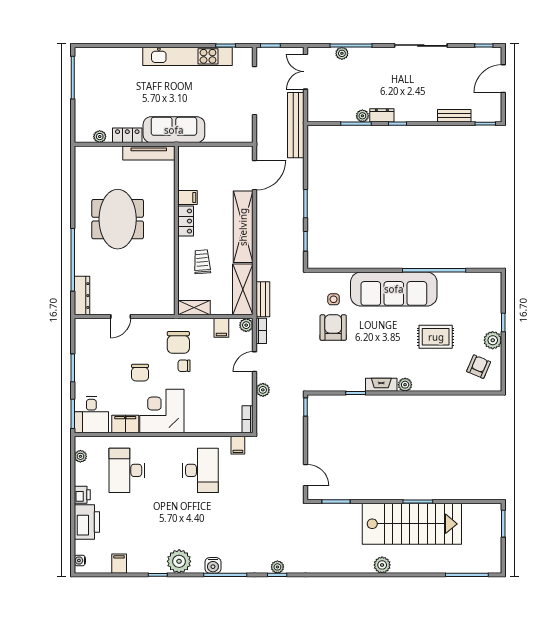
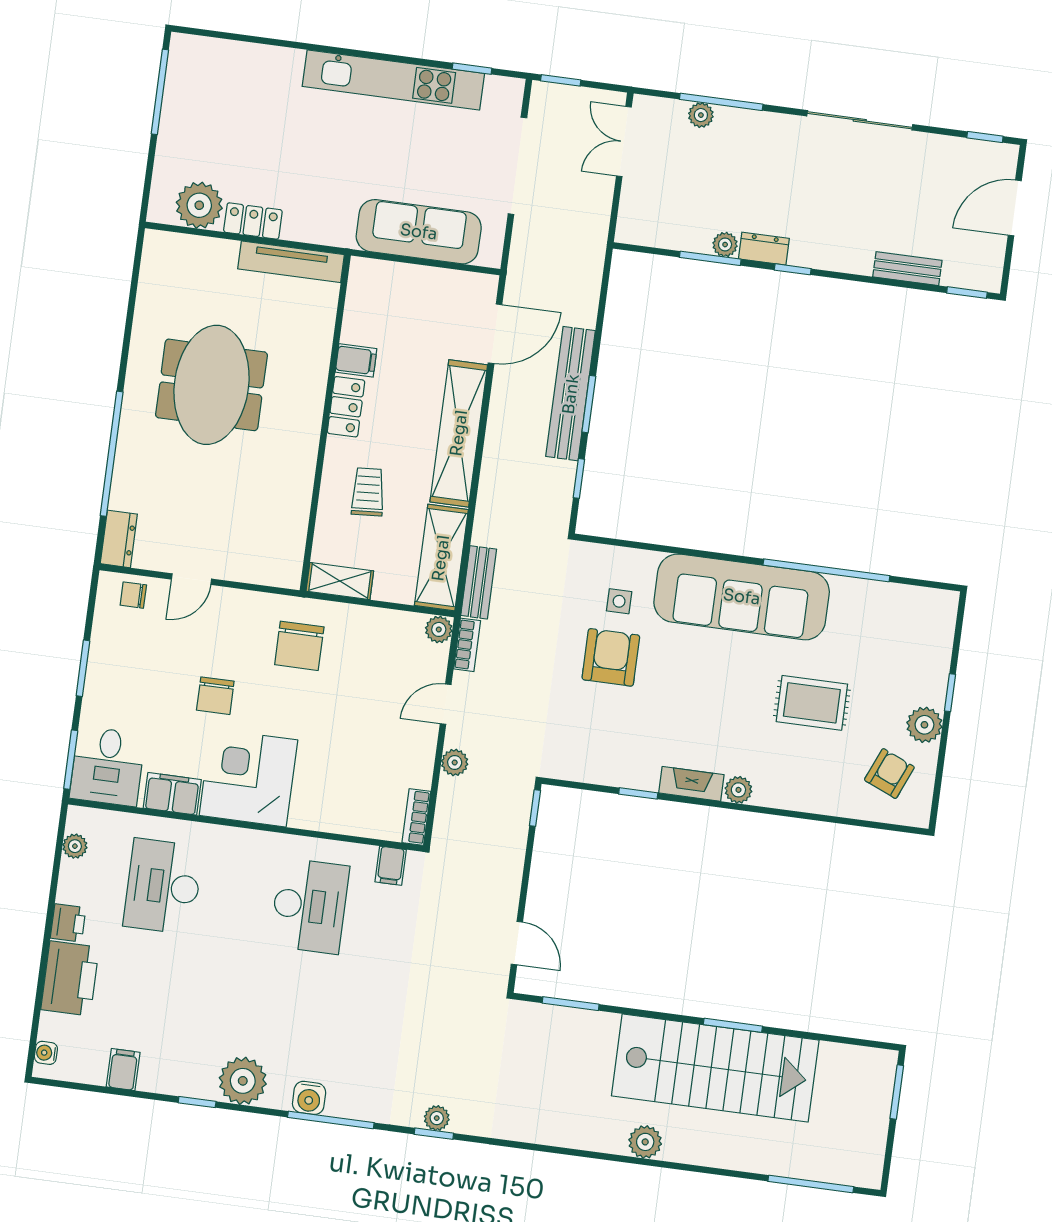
bench: (296, 125) -> (571, 394), moved
sofa: (174, 130) -> (419, 232), moved
plant: (100, 137) -> (199, 205), width x1.88, depth x1.88
dresser: (82, 296) -> (119, 539), width x0.70
filing cabinet: (221, 328) -> (389, 628), removed
chair: (184, 366) -> (133, 595), moved

